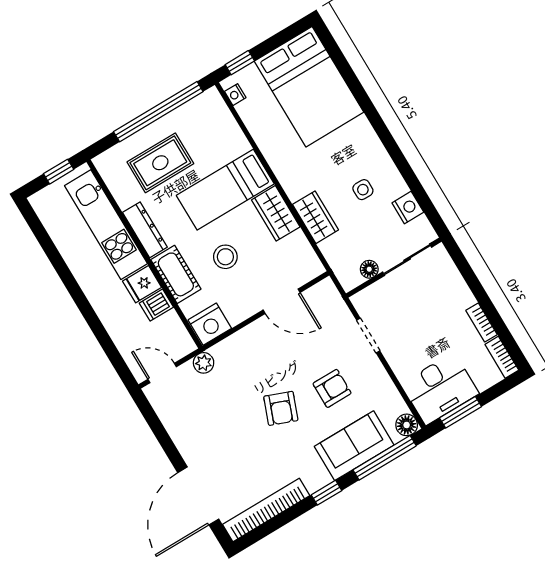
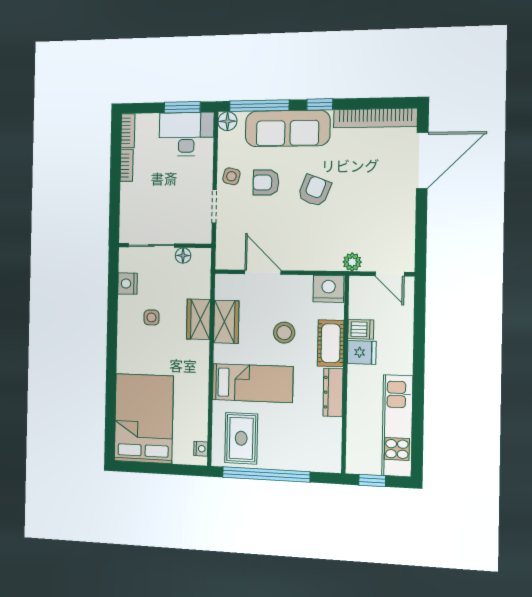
window: (240, 63) -> (183, 470), removed
rug: (160, 163) -> (241, 438), moved, turned 90
wardrobe: (276, 213) -> (226, 322), moved
kitchen unit: (106, 225) -> (397, 426), moved, turned 180
side table: (369, 374) -> (231, 176), added
sofa: (354, 446) -> (288, 128), width x1.36

